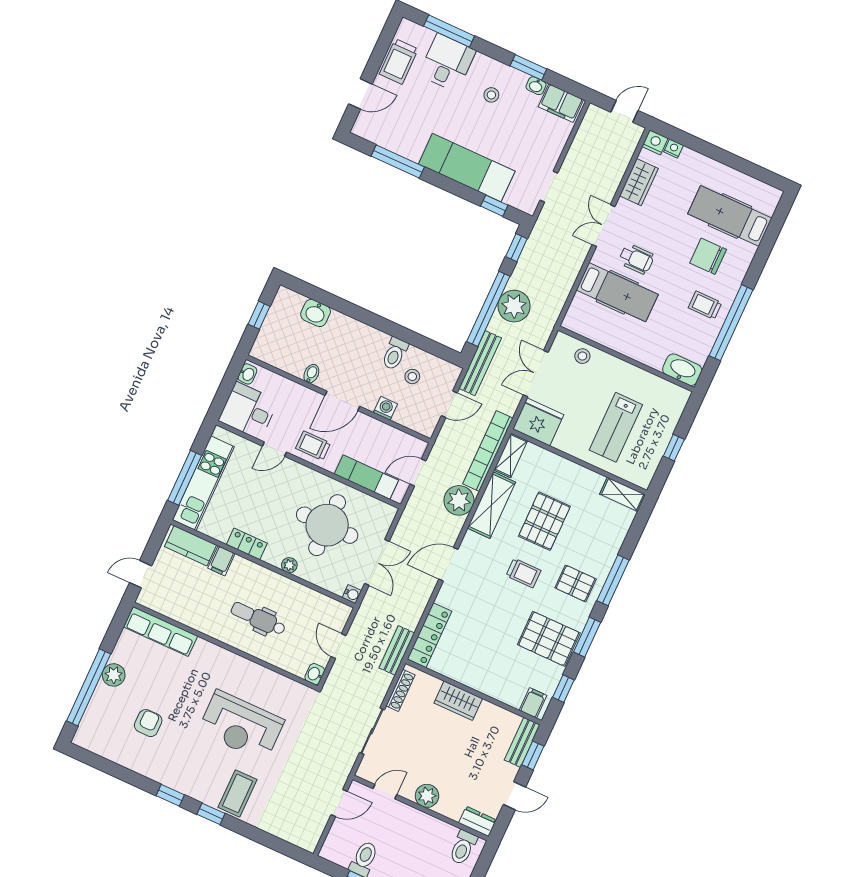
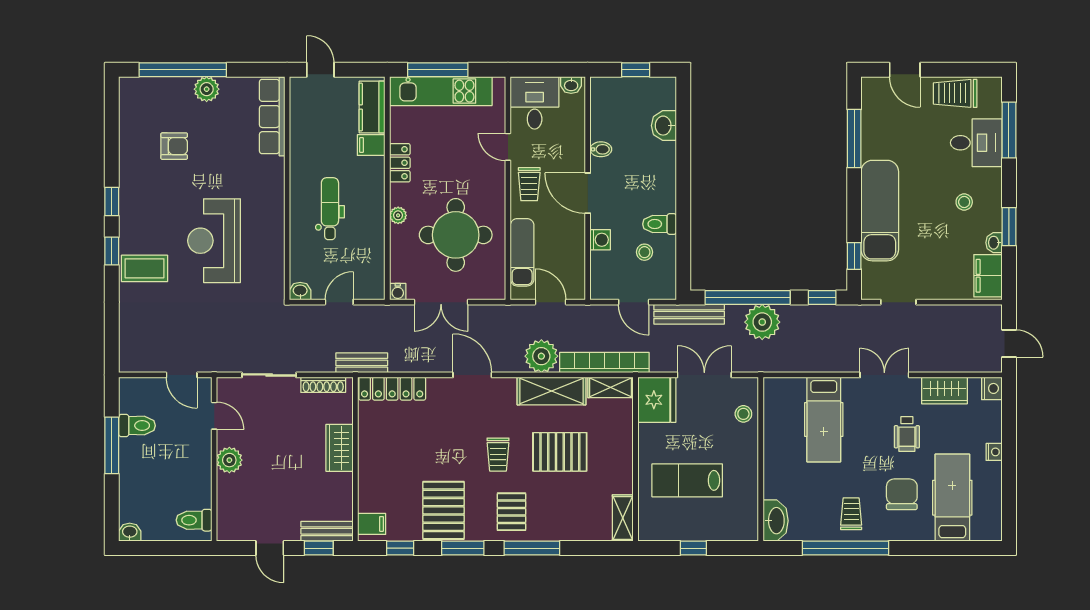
nightstand: (674, 149) -> (994, 452), moved
wheelchair: (636, 259) -> (907, 434), moved
trolley: (313, 446) -> (529, 184), turned 180
dresser: (478, 821) -> (227, 523), removed

